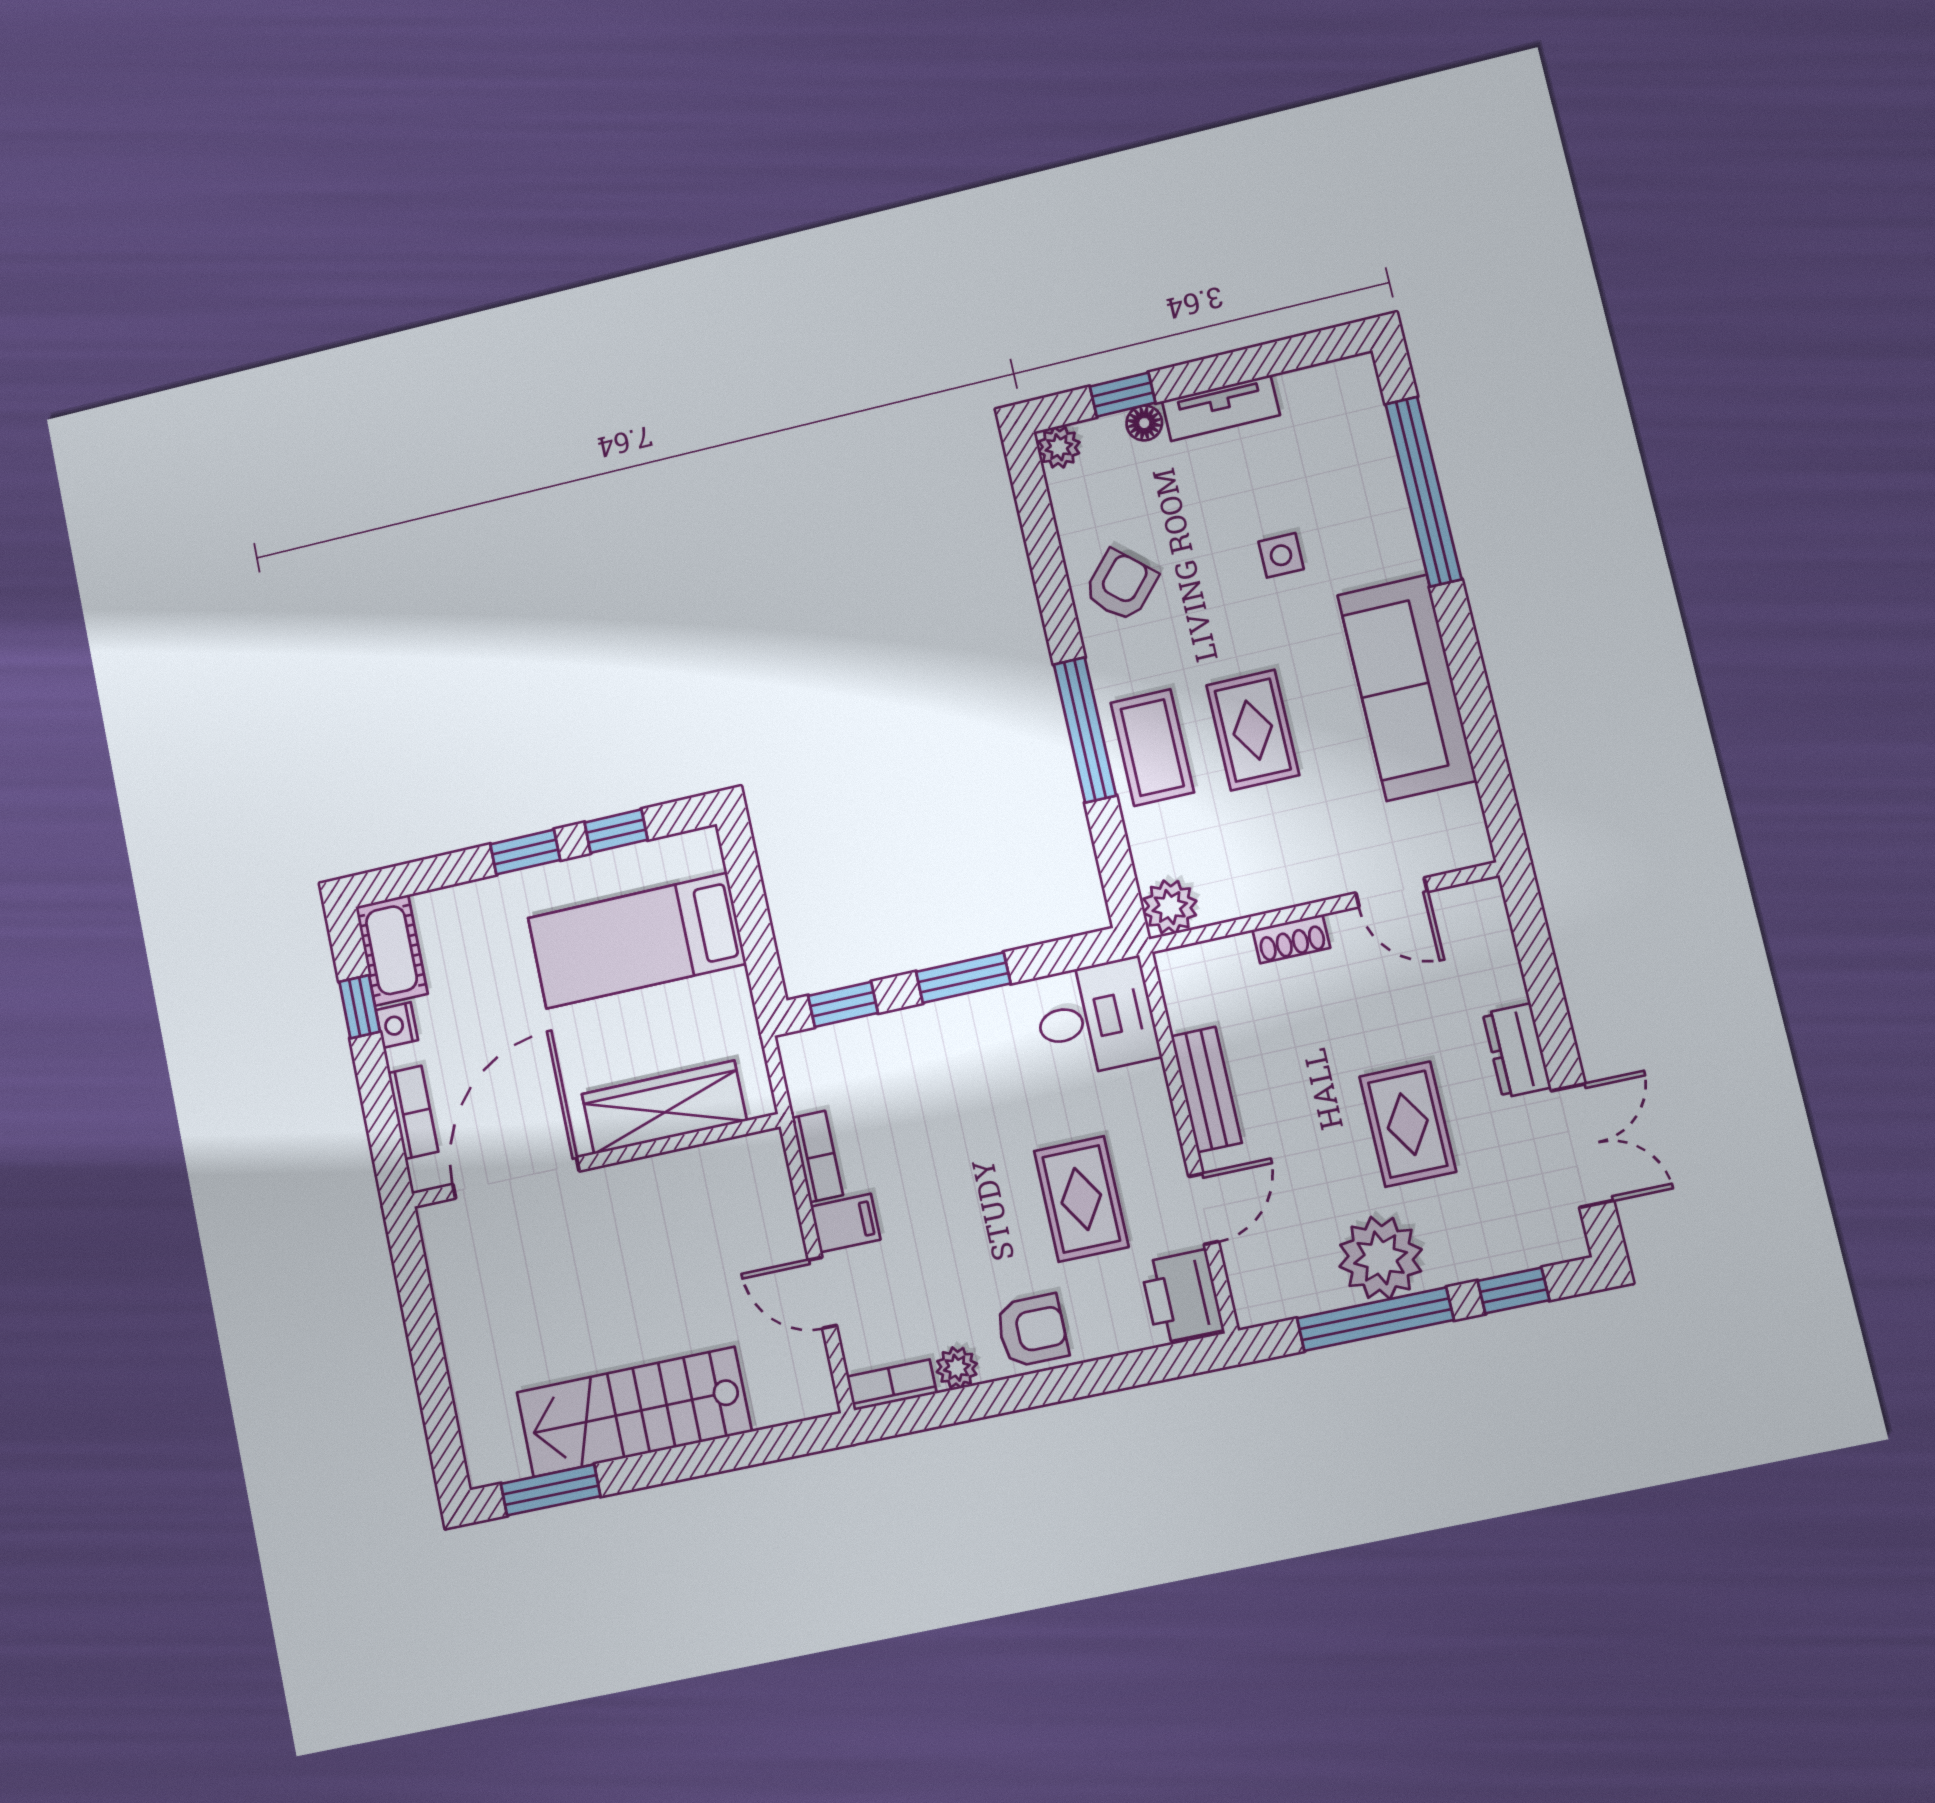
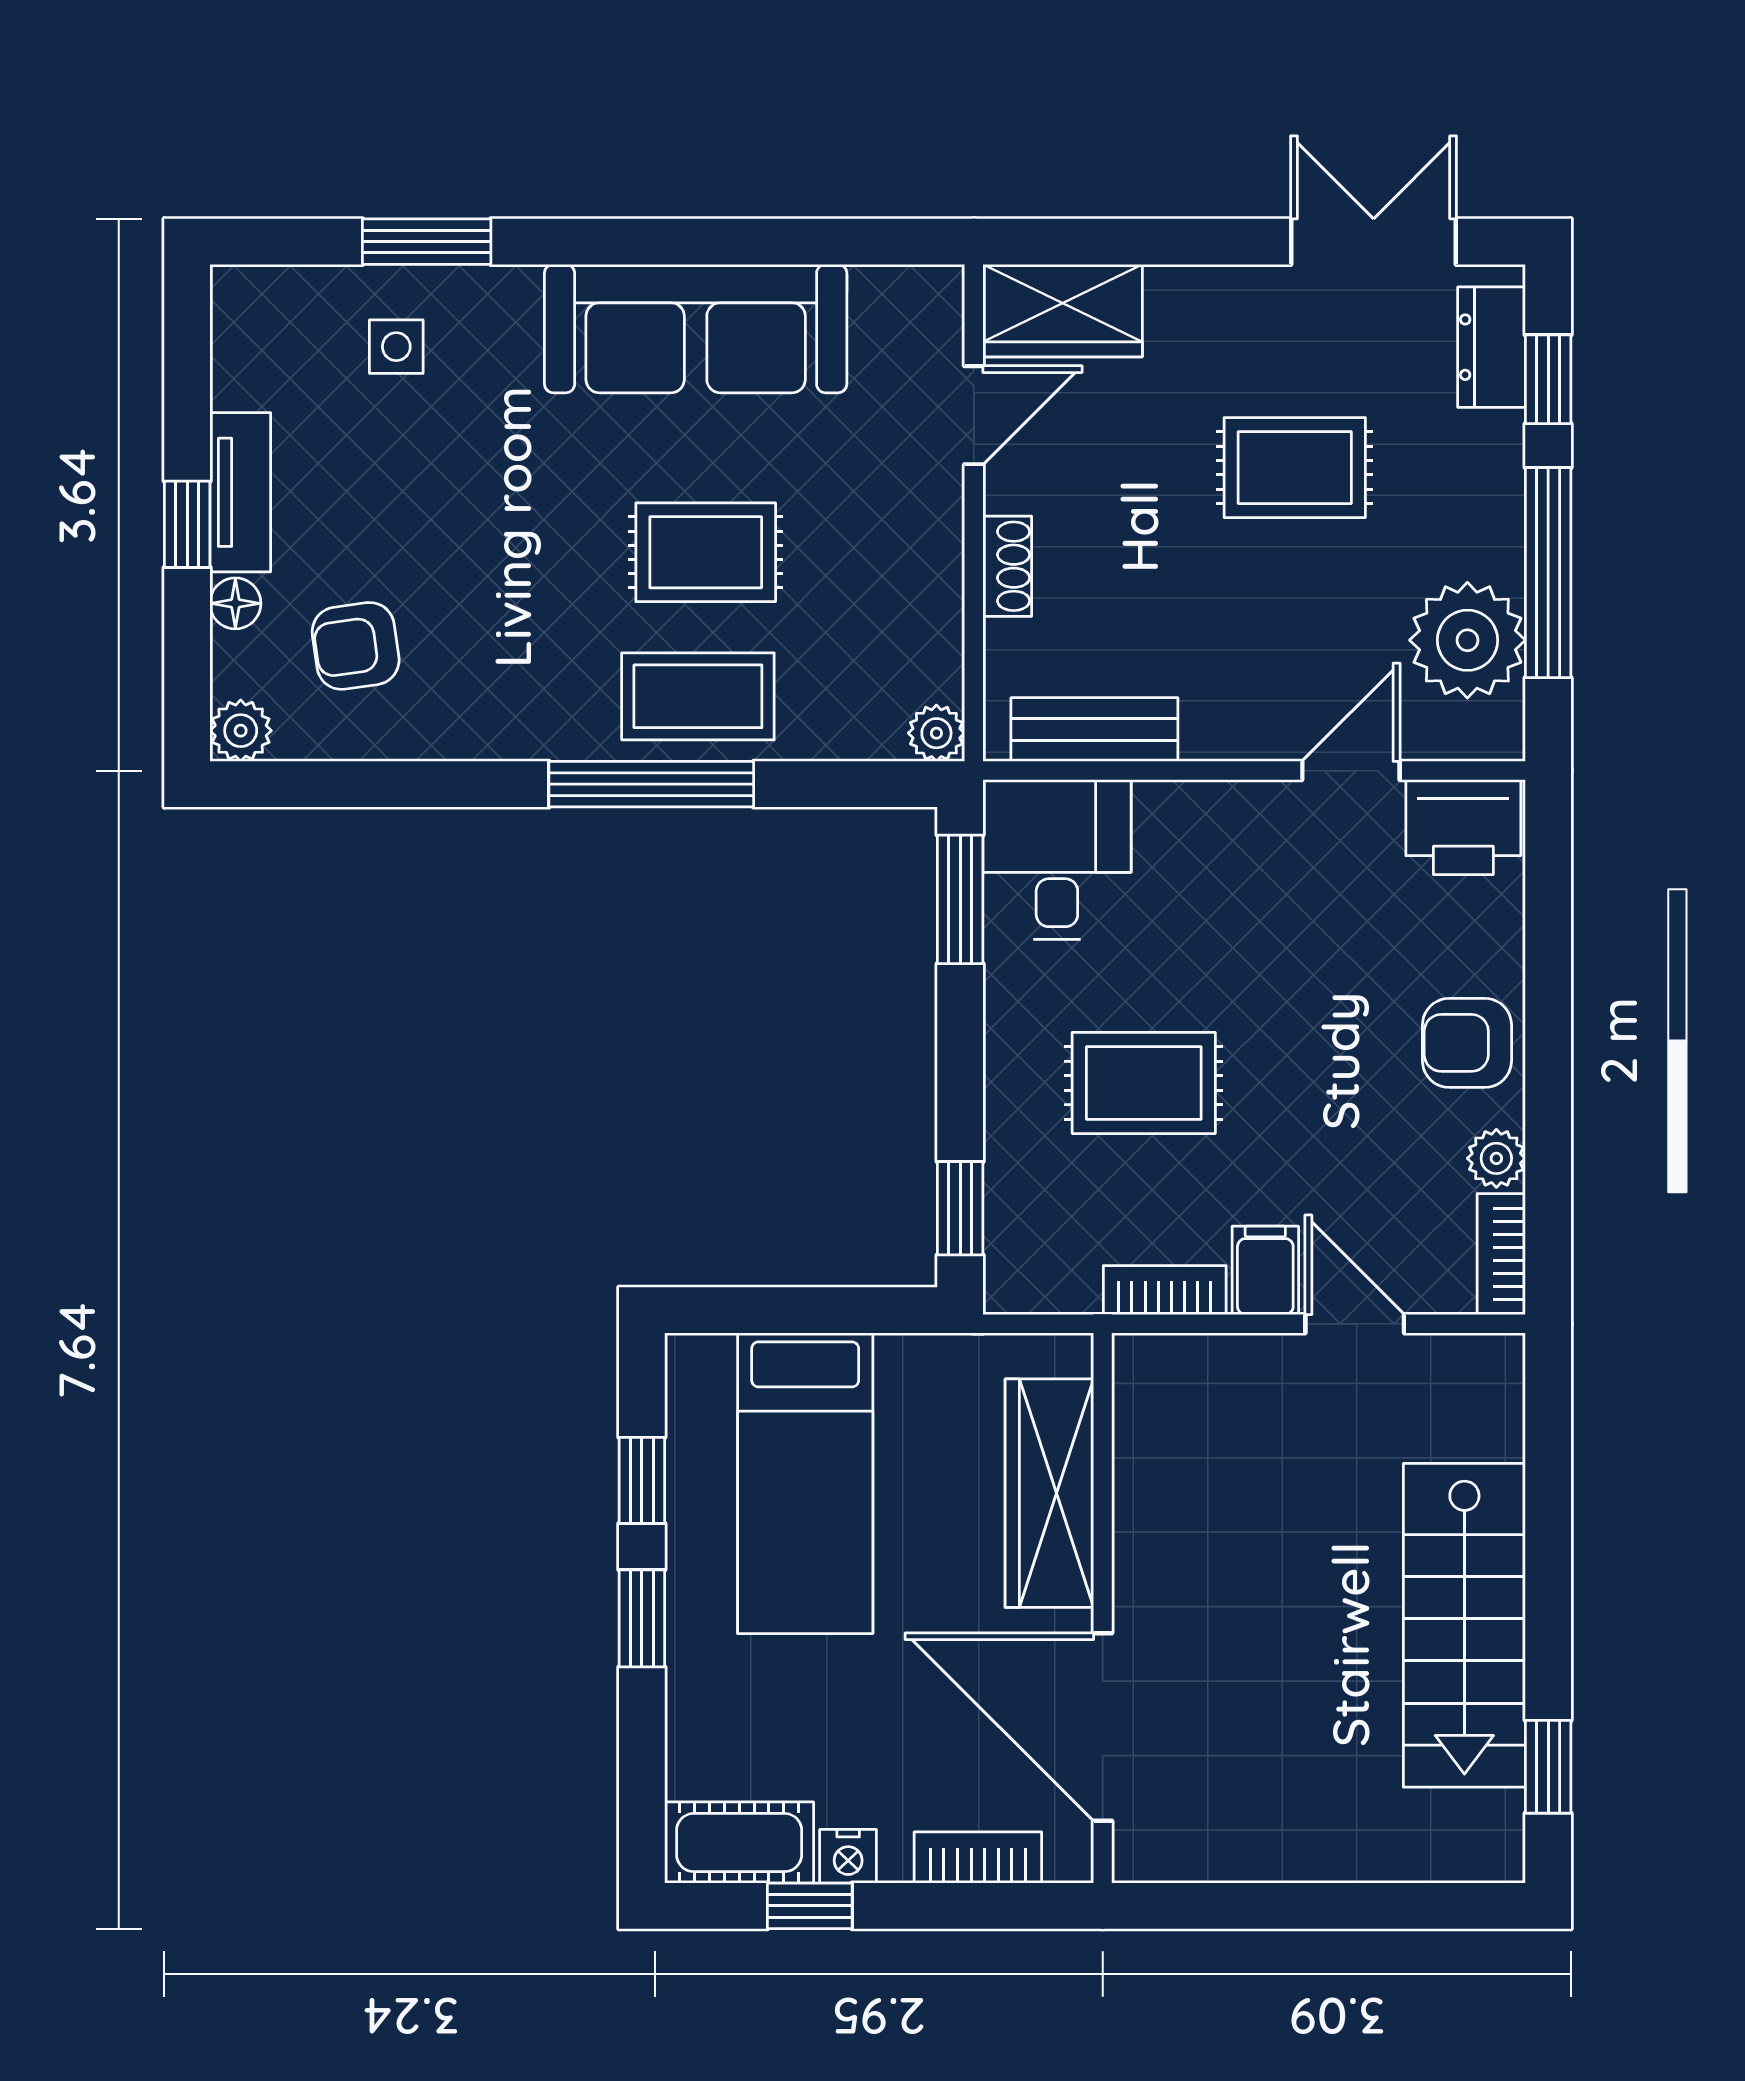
window: (1123, 395) -> (187, 524), moved
window: (1423, 491) -> (427, 242), width x0.47
side table: (1281, 555) -> (396, 347), moved
armchair: (1121, 585) -> (356, 646), moved, turned -50
plant: (1170, 907) -> (936, 733), width x0.73, depth x0.73
wardrobe: (1480, 938) -> (1063, 311), added
window: (963, 978) -> (960, 899), moved
dresser: (1517, 1051) -> (1492, 347), moved, turned 90
bench: (1206, 1089) -> (1094, 730), moved
rug: (1081, 1199) -> (1144, 1083), moved
door: (1204, 1209) -> (1351, 771), hinge flipped
plant: (1381, 1258) -> (1467, 640), moved
door: (822, 1293) -> (1355, 1324), swing flipped
armchair: (1032, 1330) -> (1467, 1043), turned -90
window: (551, 1490) -> (1548, 1767), width x0.67

